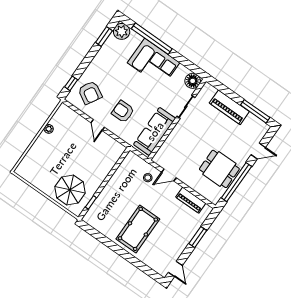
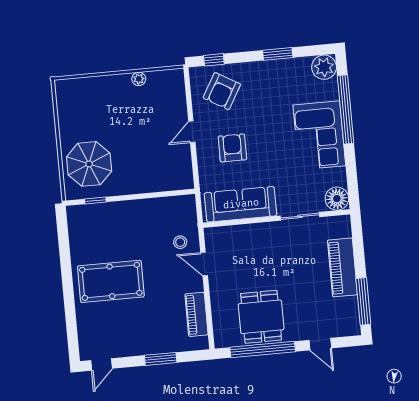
window: (104, 37) -> (278, 54), moved

